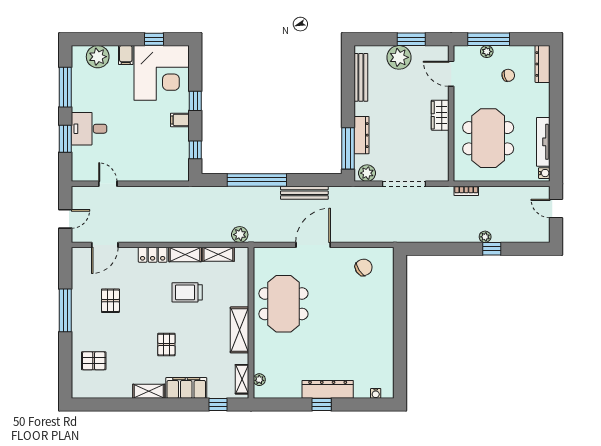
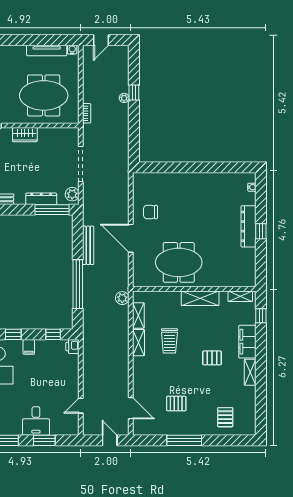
printer: (180, 173) -> (72, 347), added
locker: (153, 255) -> (139, 369), removed
chair: (364, 267) -> (150, 212), moved, turned -57
plant: (259, 380) -> (241, 282), removed

